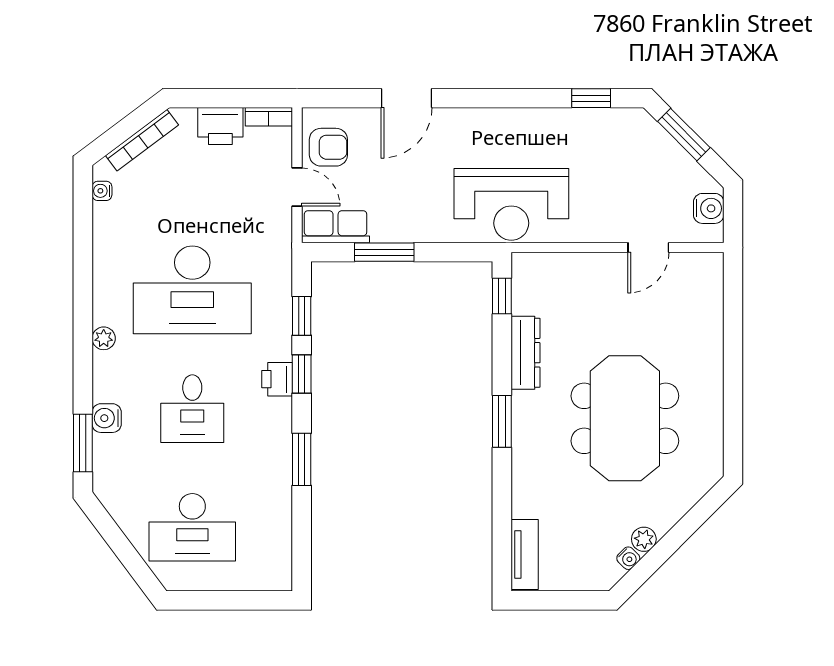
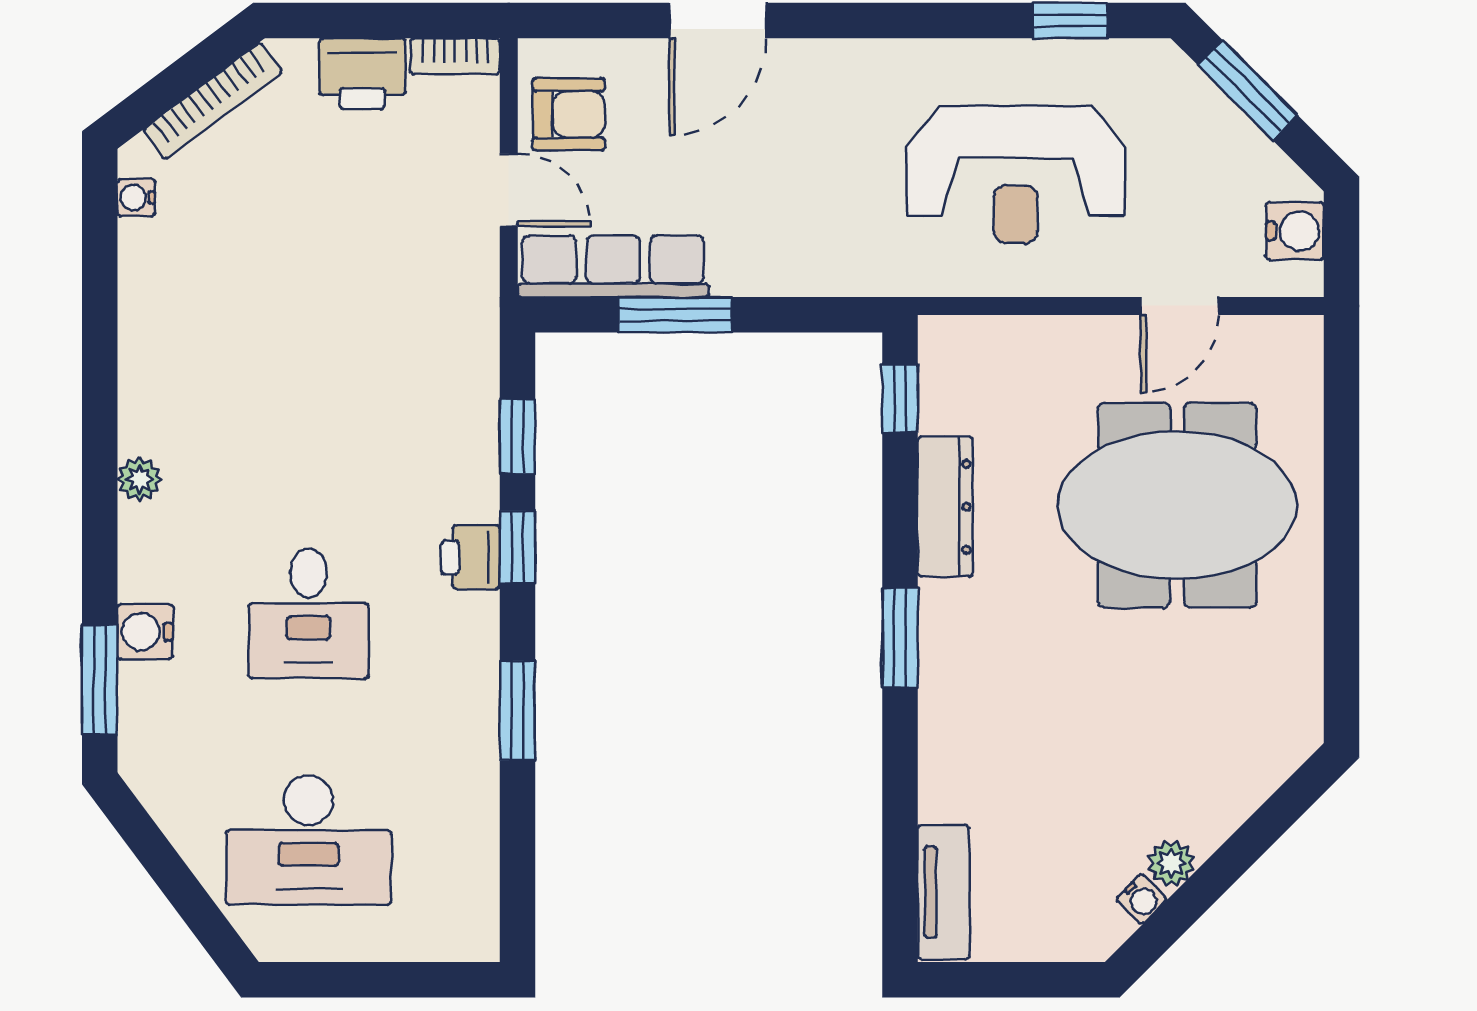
reception desk: (511, 204) -> (1016, 174), moved
row of seats: (336, 227) -> (613, 266), width x1.48
desk: (192, 290) -> (309, 387), removed
meeting table: (625, 418) -> (1177, 505), moved, turned 90

